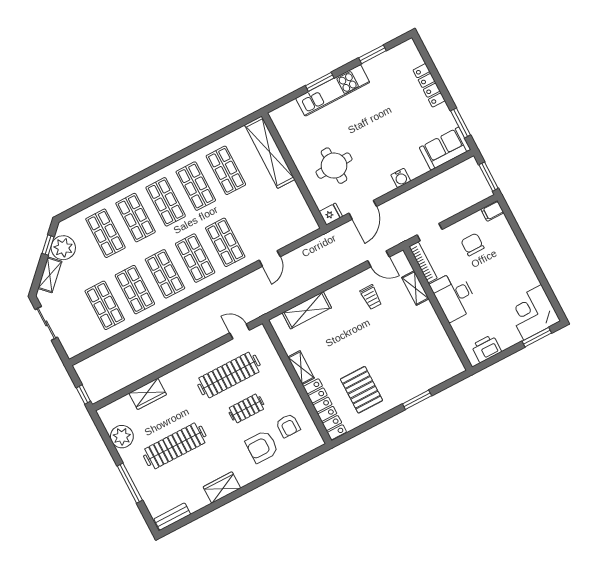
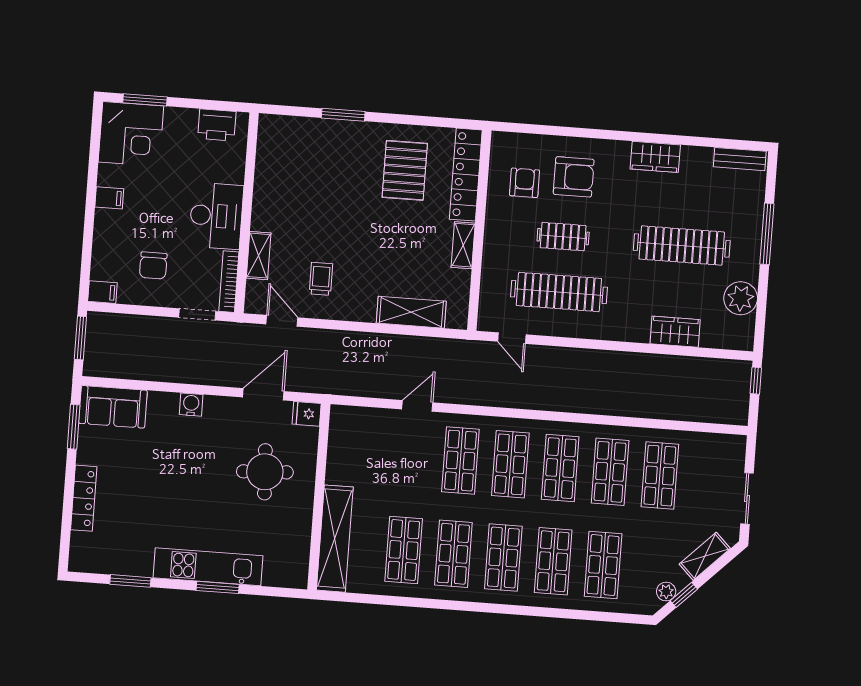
plant: (63, 248) -> (666, 592), width x0.53, depth x0.53
filing cabinet: (522, 268) -> (109, 198), added

